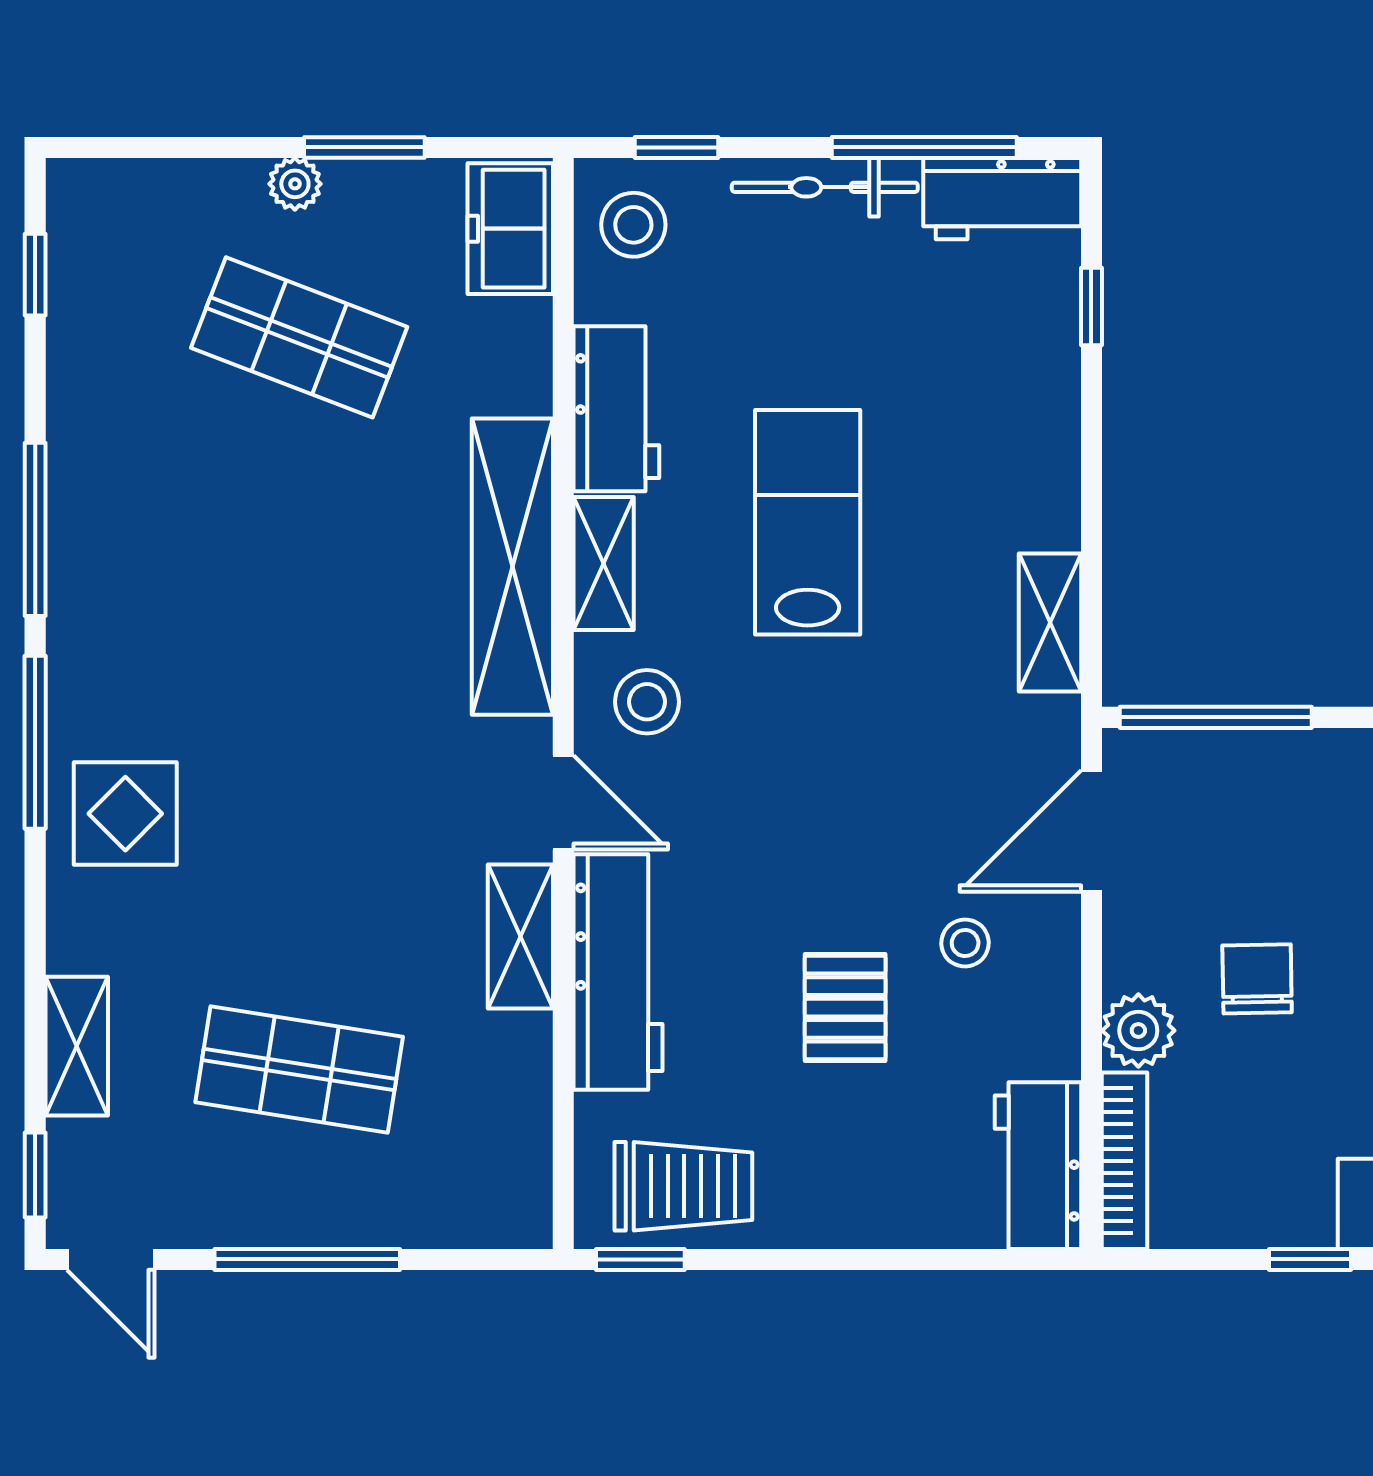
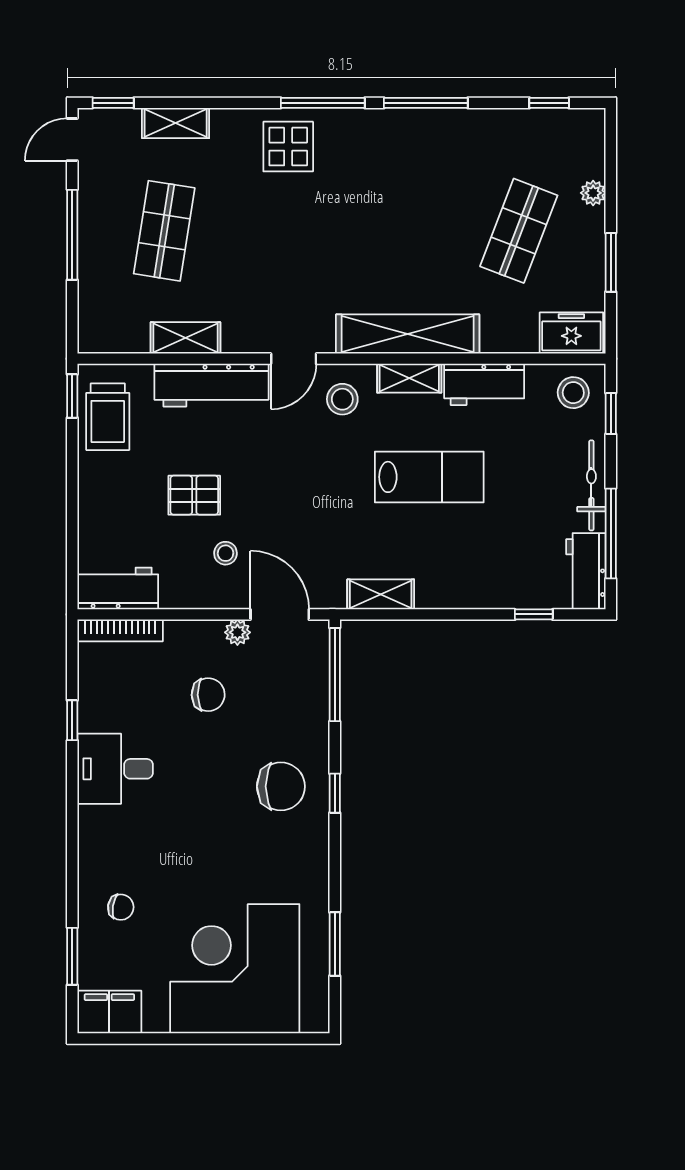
plant: (295, 184) -> (593, 193), moved
shelving: (520, 936) -> (186, 338), moved
plant: (1138, 1031) -> (237, 632), moved, width x0.73, depth x0.73

